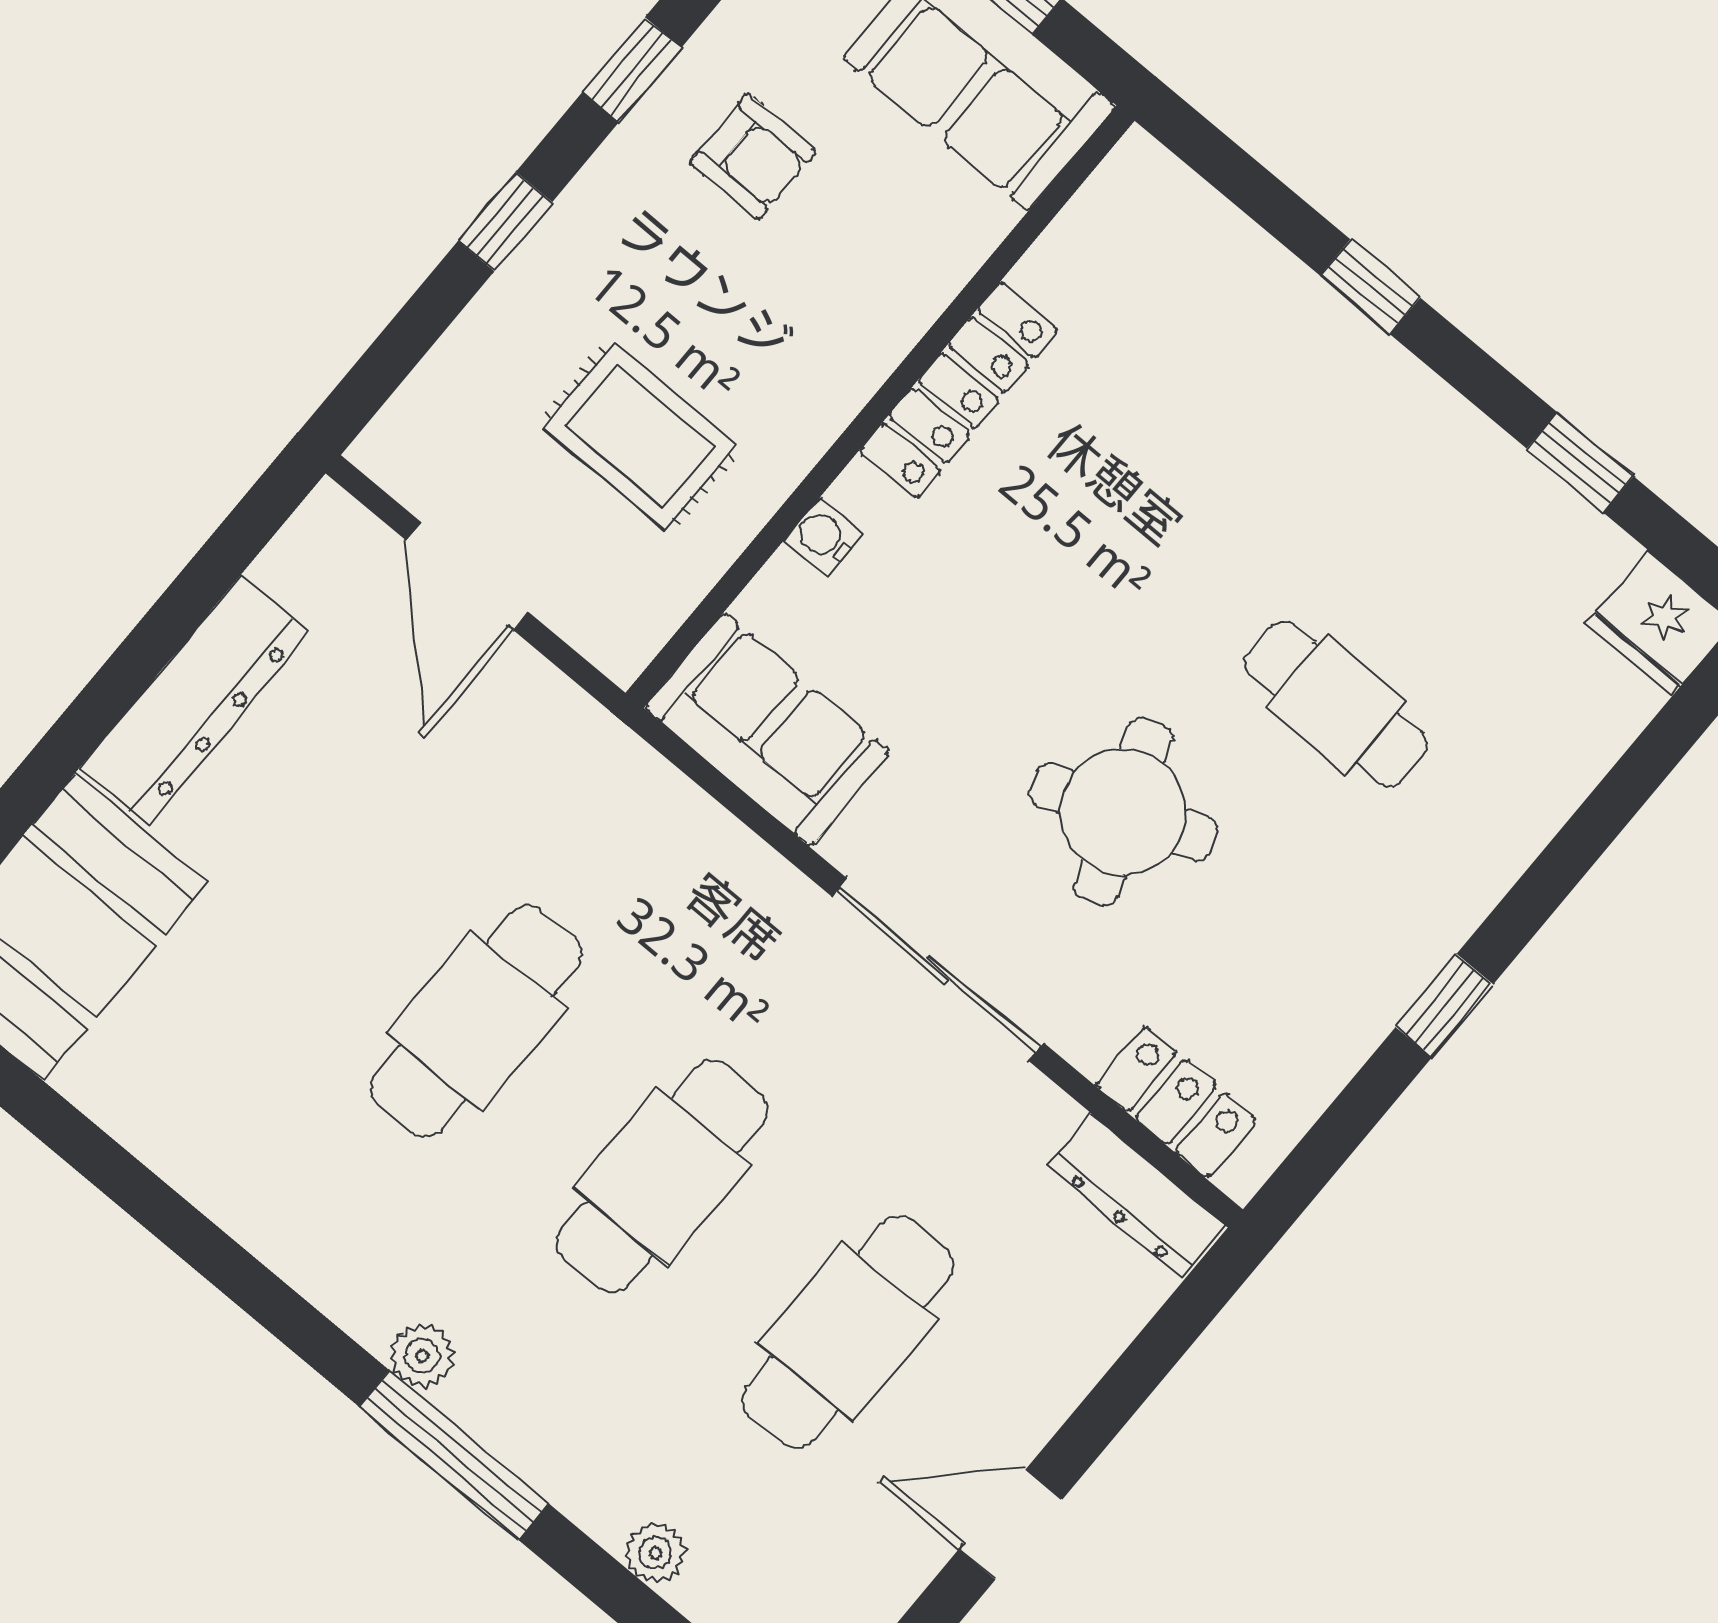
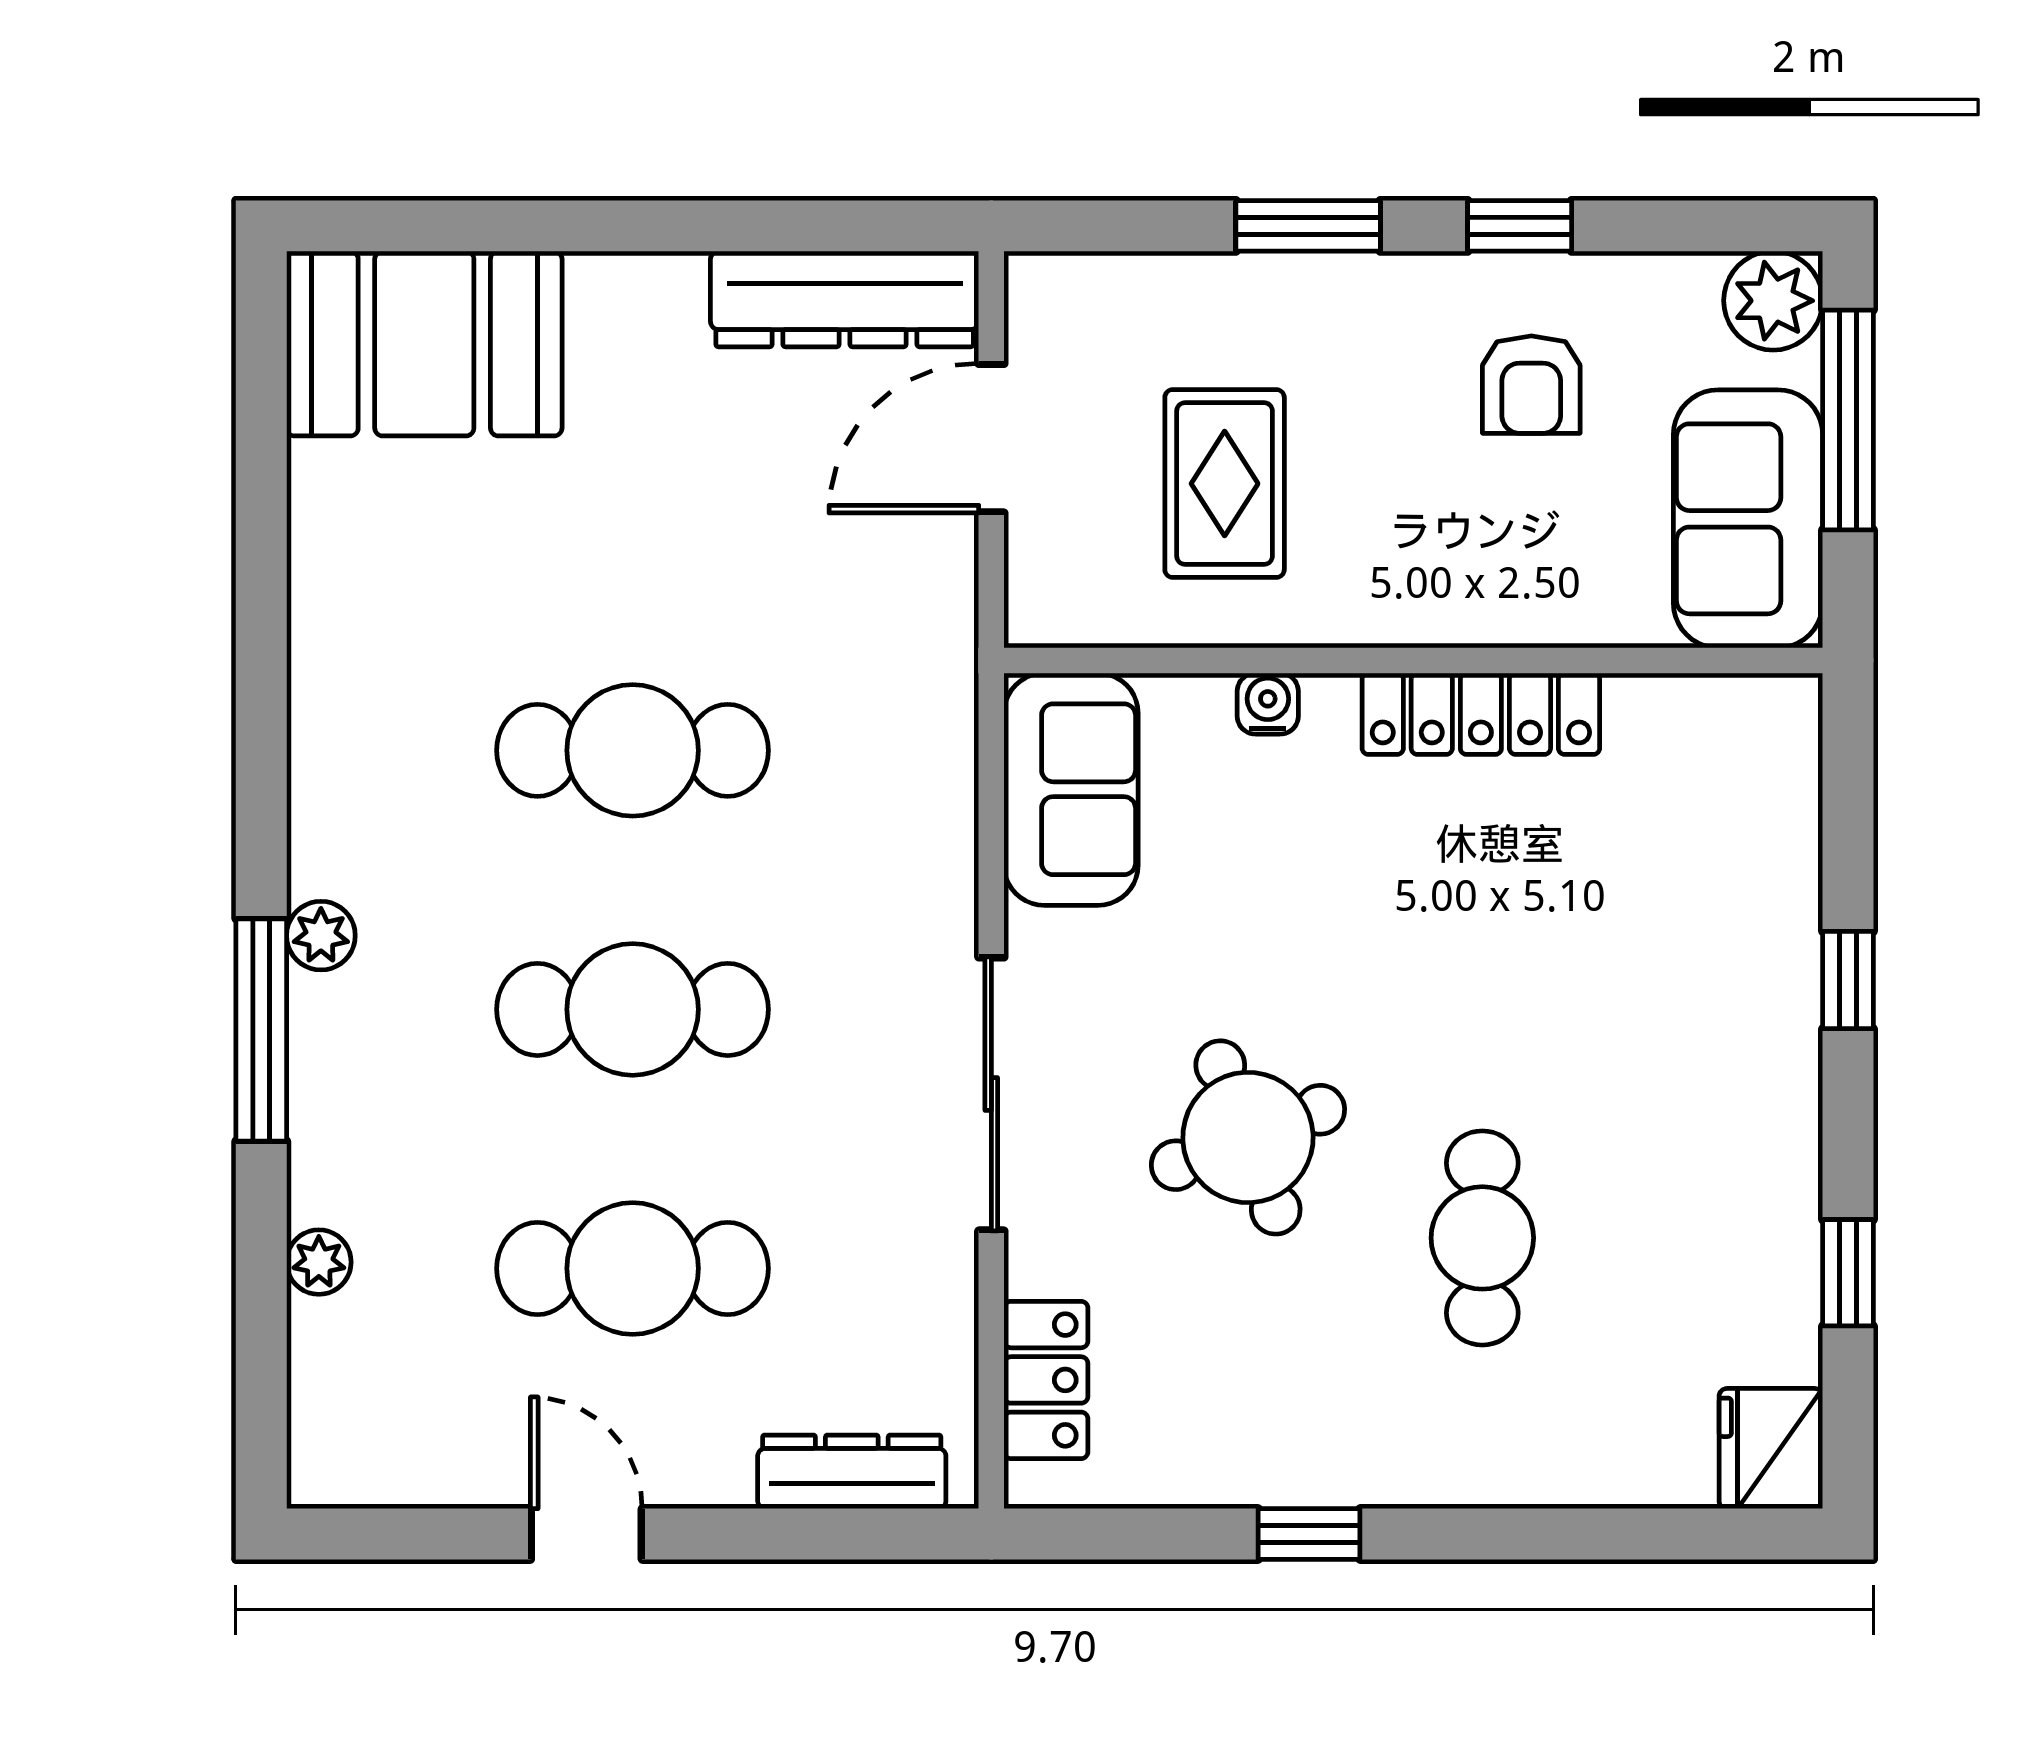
window: (505, 222) -> (1308, 226), width x1.50
dresser: (194, 700) -> (845, 299), moved
dresser: (1136, 1196) -> (852, 1472), moved, turned 90

